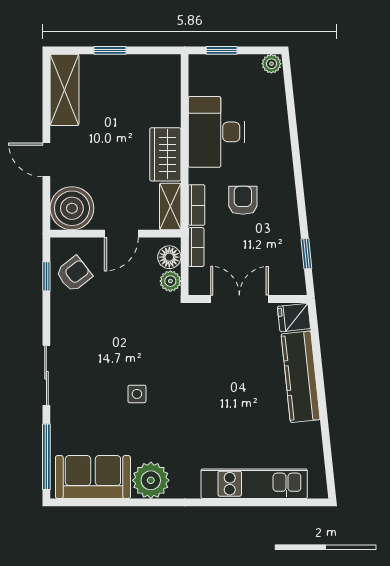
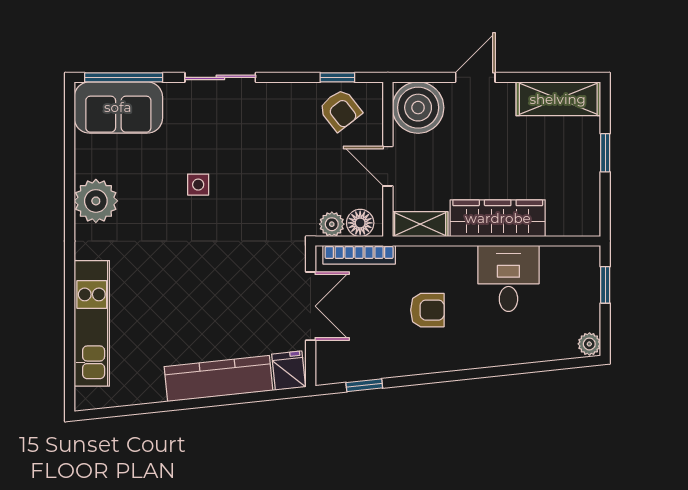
desk: (216, 132) -> (508, 278), width x0.73
wardrobe: (165, 154) -> (498, 218), width x1.50
bookcase: (197, 205) -> (422, 255), removed
bookcase: (196, 247) -> (359, 255), width x1.56
sofa: (93, 477) -> (118, 107), moved, turned 90

